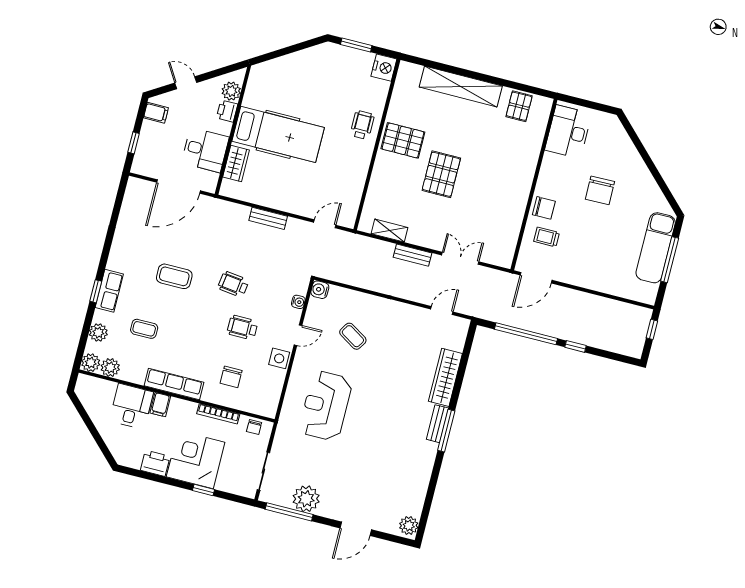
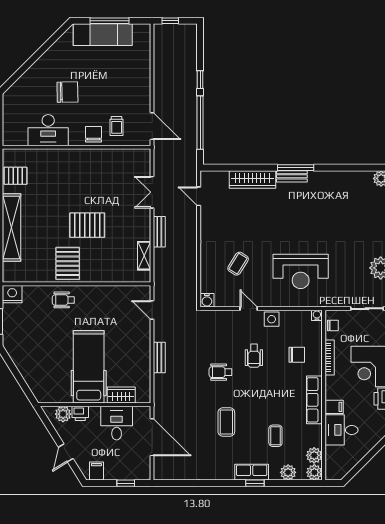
desk: (568, 132) -> (48, 130), moved
wheelchair: (233, 284) -> (220, 372), turned 83
water cooler: (298, 302) -> (317, 315), moved

